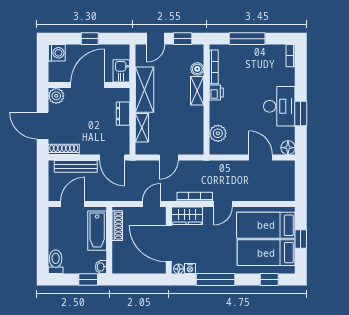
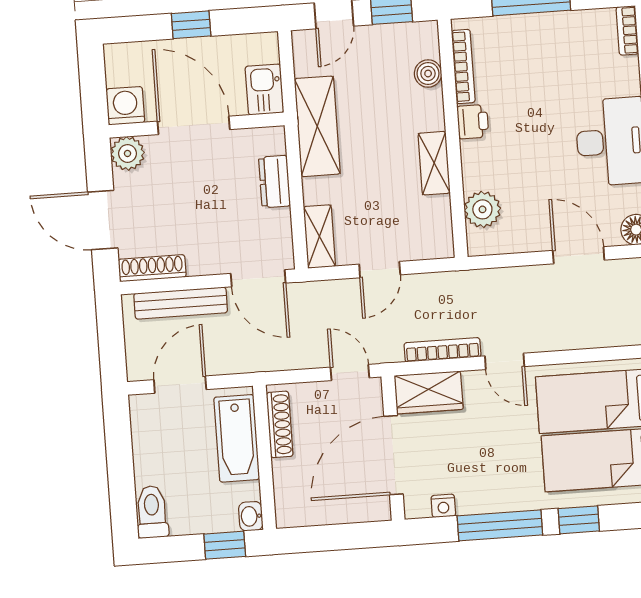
washing machine: (57, 53) -> (125, 106), moved, turned -90
door: (88, 85) -> (194, 125), hinge flipped
shelving: (197, 91) -> (434, 163), moved
shelving: (142, 128) -> (319, 236), moved
door: (151, 204) -> (350, 372), hinge flipped
door: (223, 204) -> (505, 361), hinge flipped
door: (169, 244) -> (394, 455), hinge flipped
floor lamp: (179, 269) -> (419, 508), removed
window: (269, 279) -> (579, 520), moved

